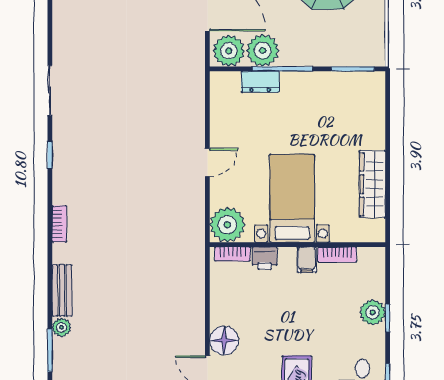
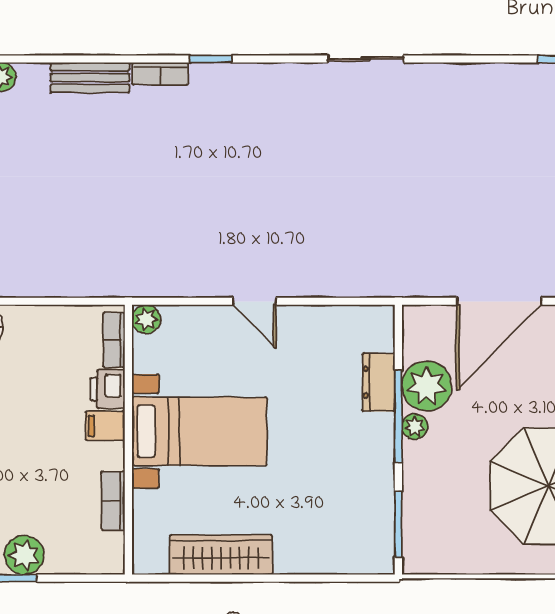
plant: (229, 51) -> (415, 427), moved, width x0.53, depth x0.53
window: (50, 155) -> (211, 59), moved
plant: (227, 225) -> (146, 319), width x0.53, depth x0.53
filing cabinet: (307, 260) -> (105, 426), moved
bench: (62, 290) -> (90, 78), moved

